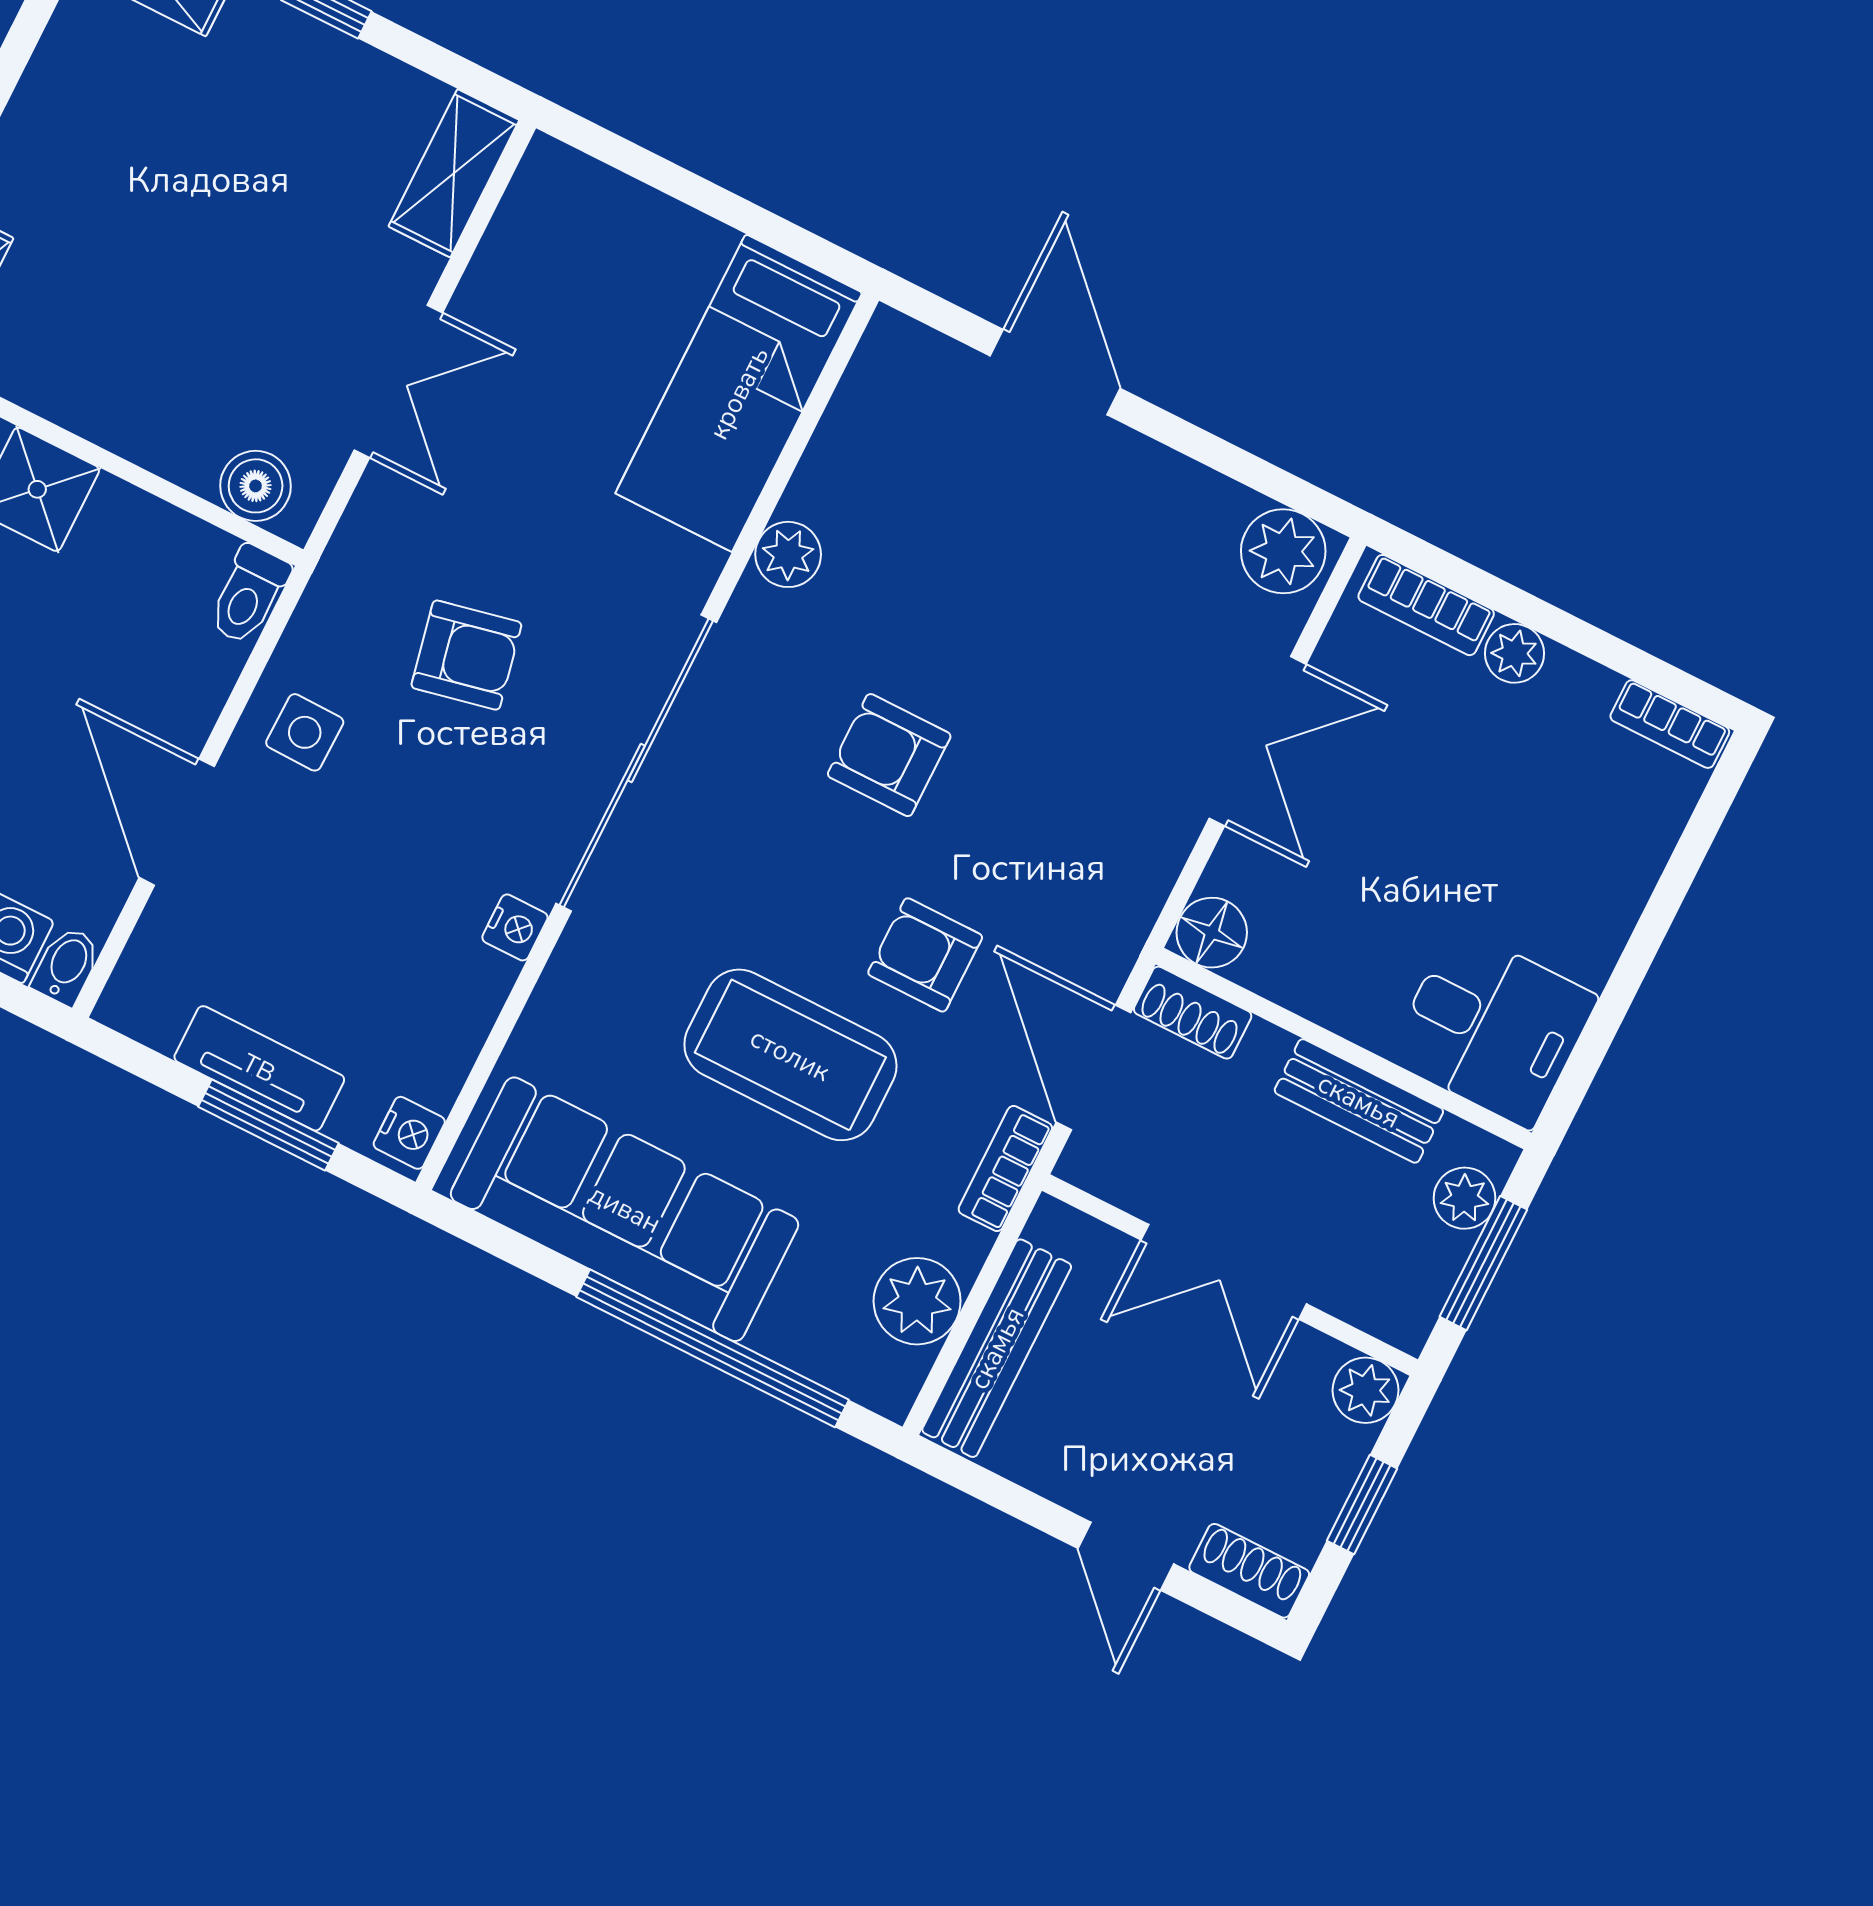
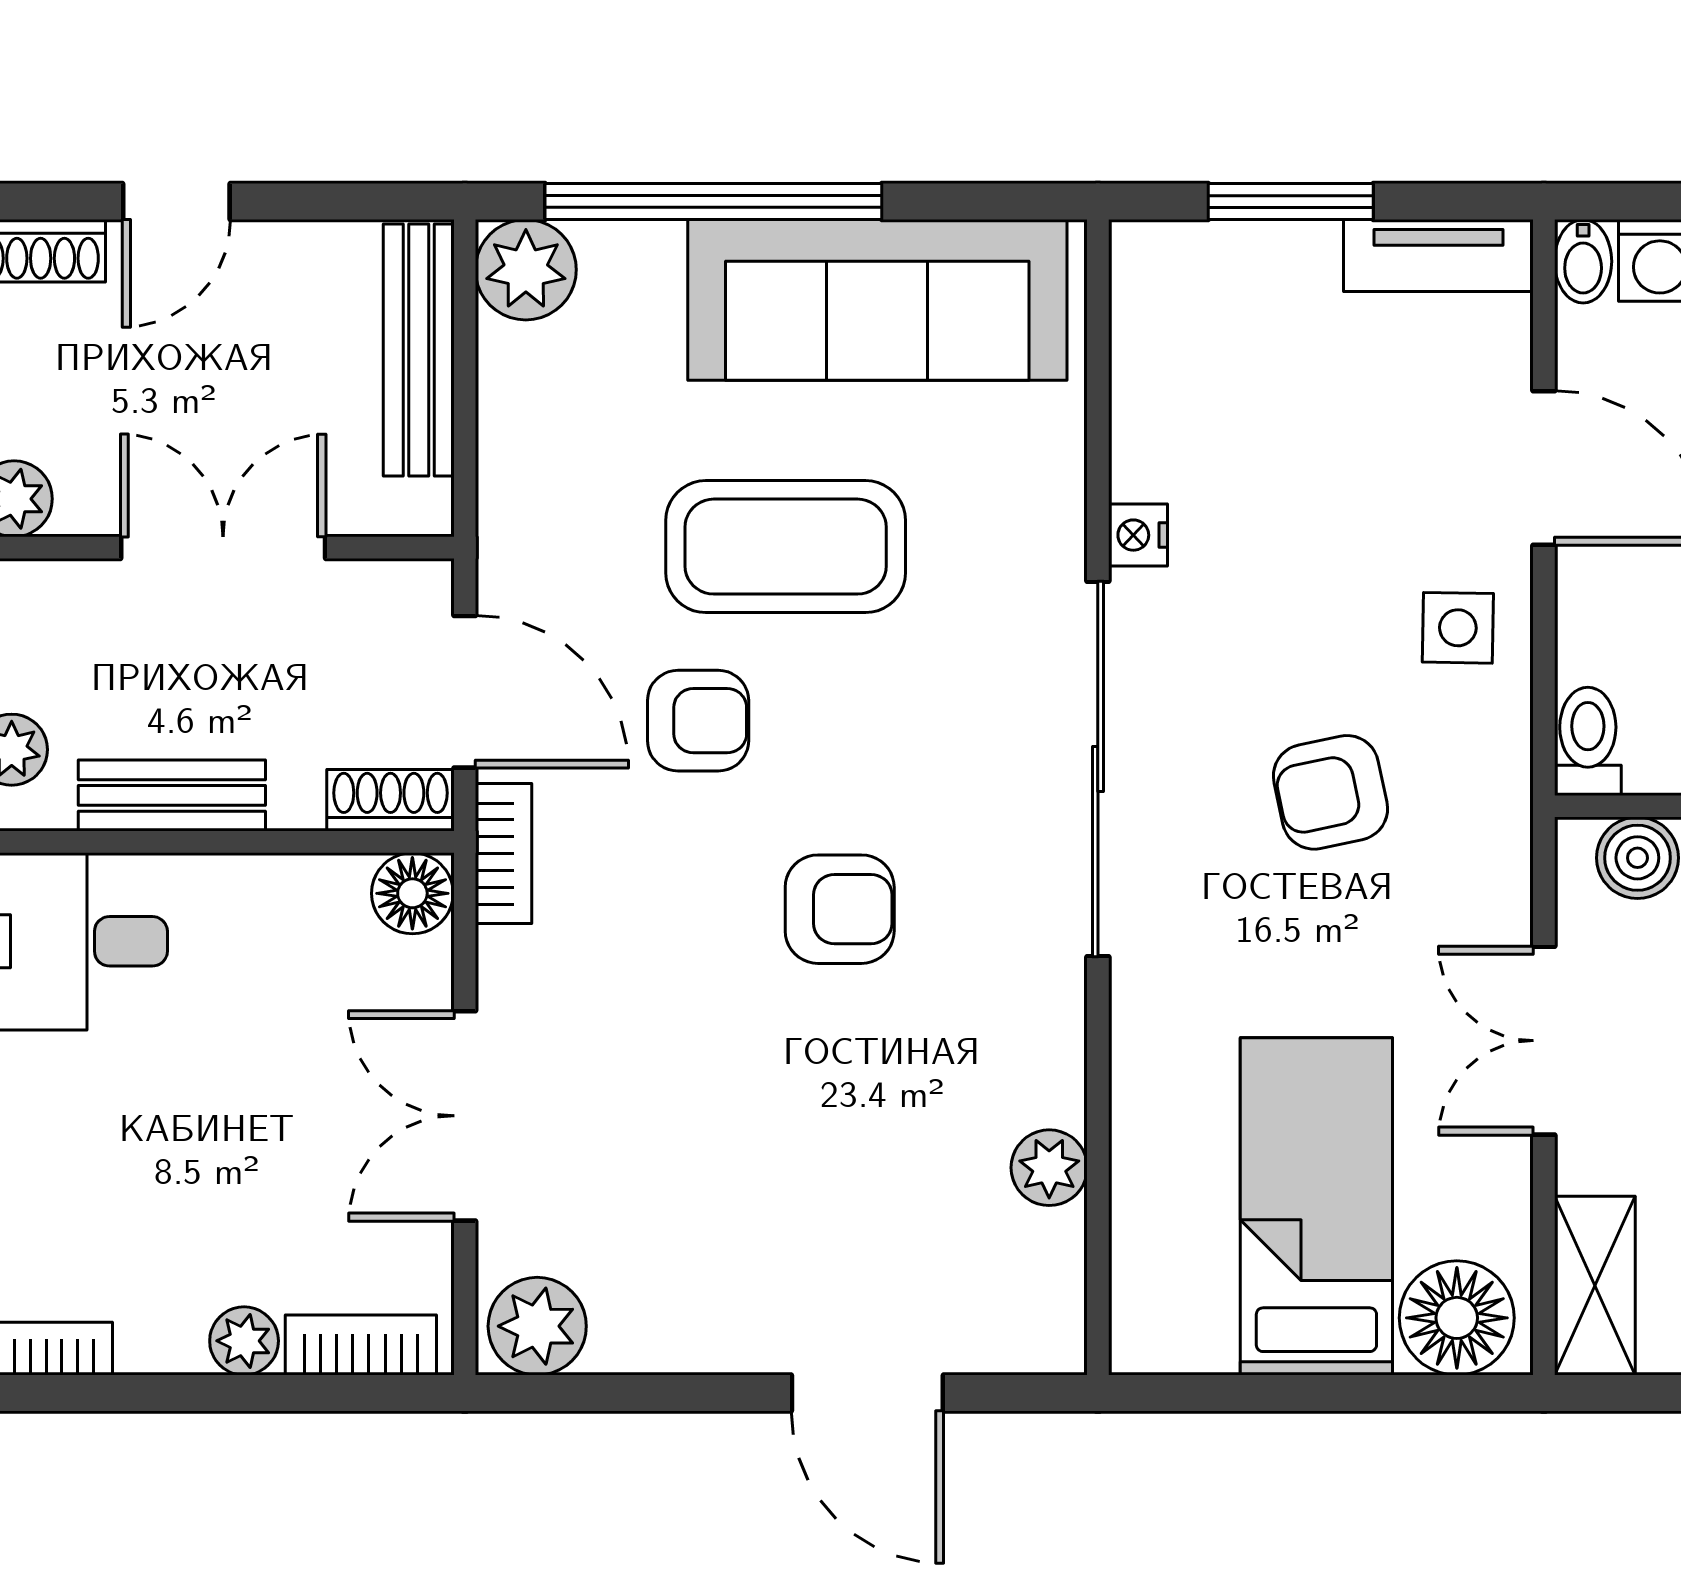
floor lamp: (573, 202) -> (1457, 1318), added
bed: (739, 393) -> (1316, 1206), moved
plant: (788, 554) -> (1049, 1168), moved
tv unit: (259, 1068) -> (1438, 256), moved
nightstand: (409, 1133) -> (1141, 267), removed
bookcase: (1005, 1169) -> (503, 854), moved
plant: (917, 1301) -> (526, 270), moved
door: (1126, 1556) -> (176, 202), swing flipped

